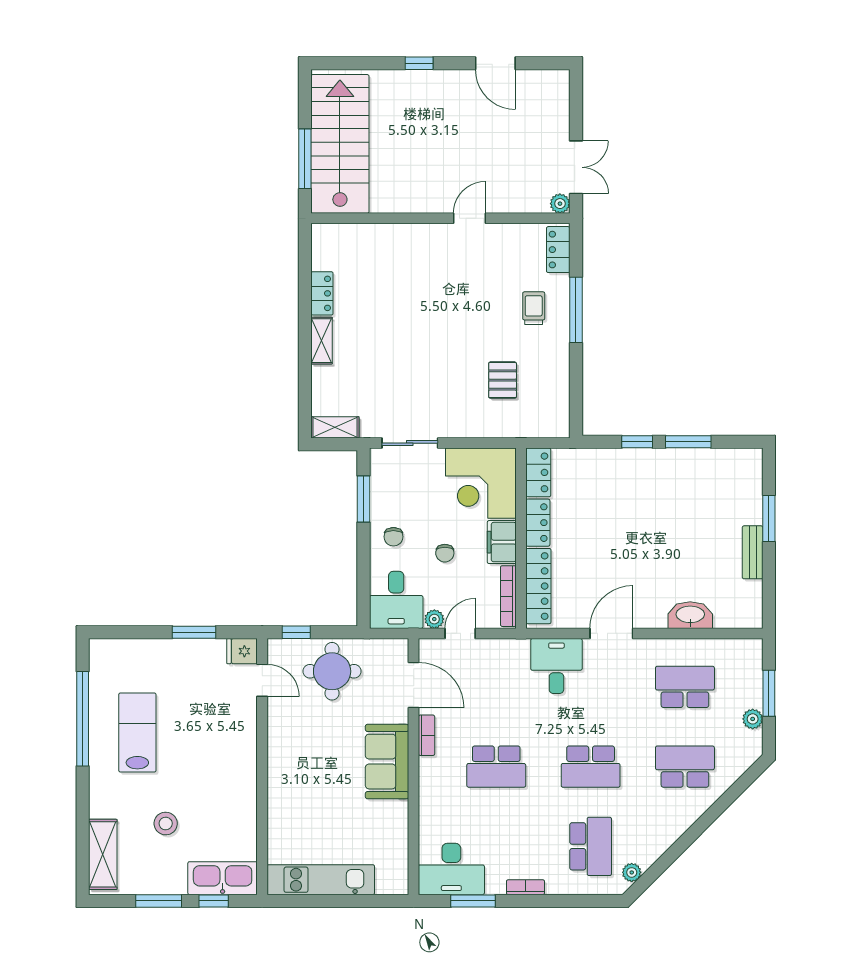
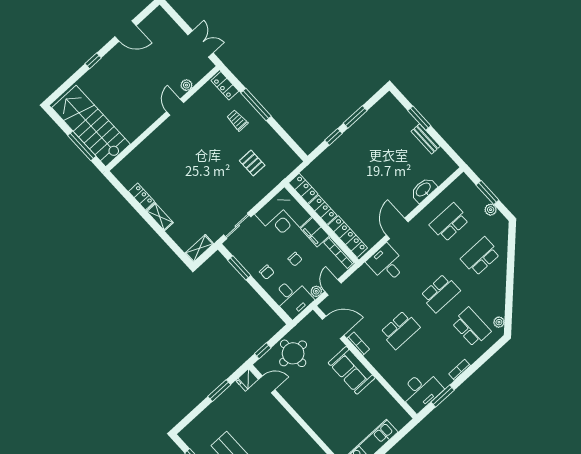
plant: (560, 204) -> (186, 85), moved

